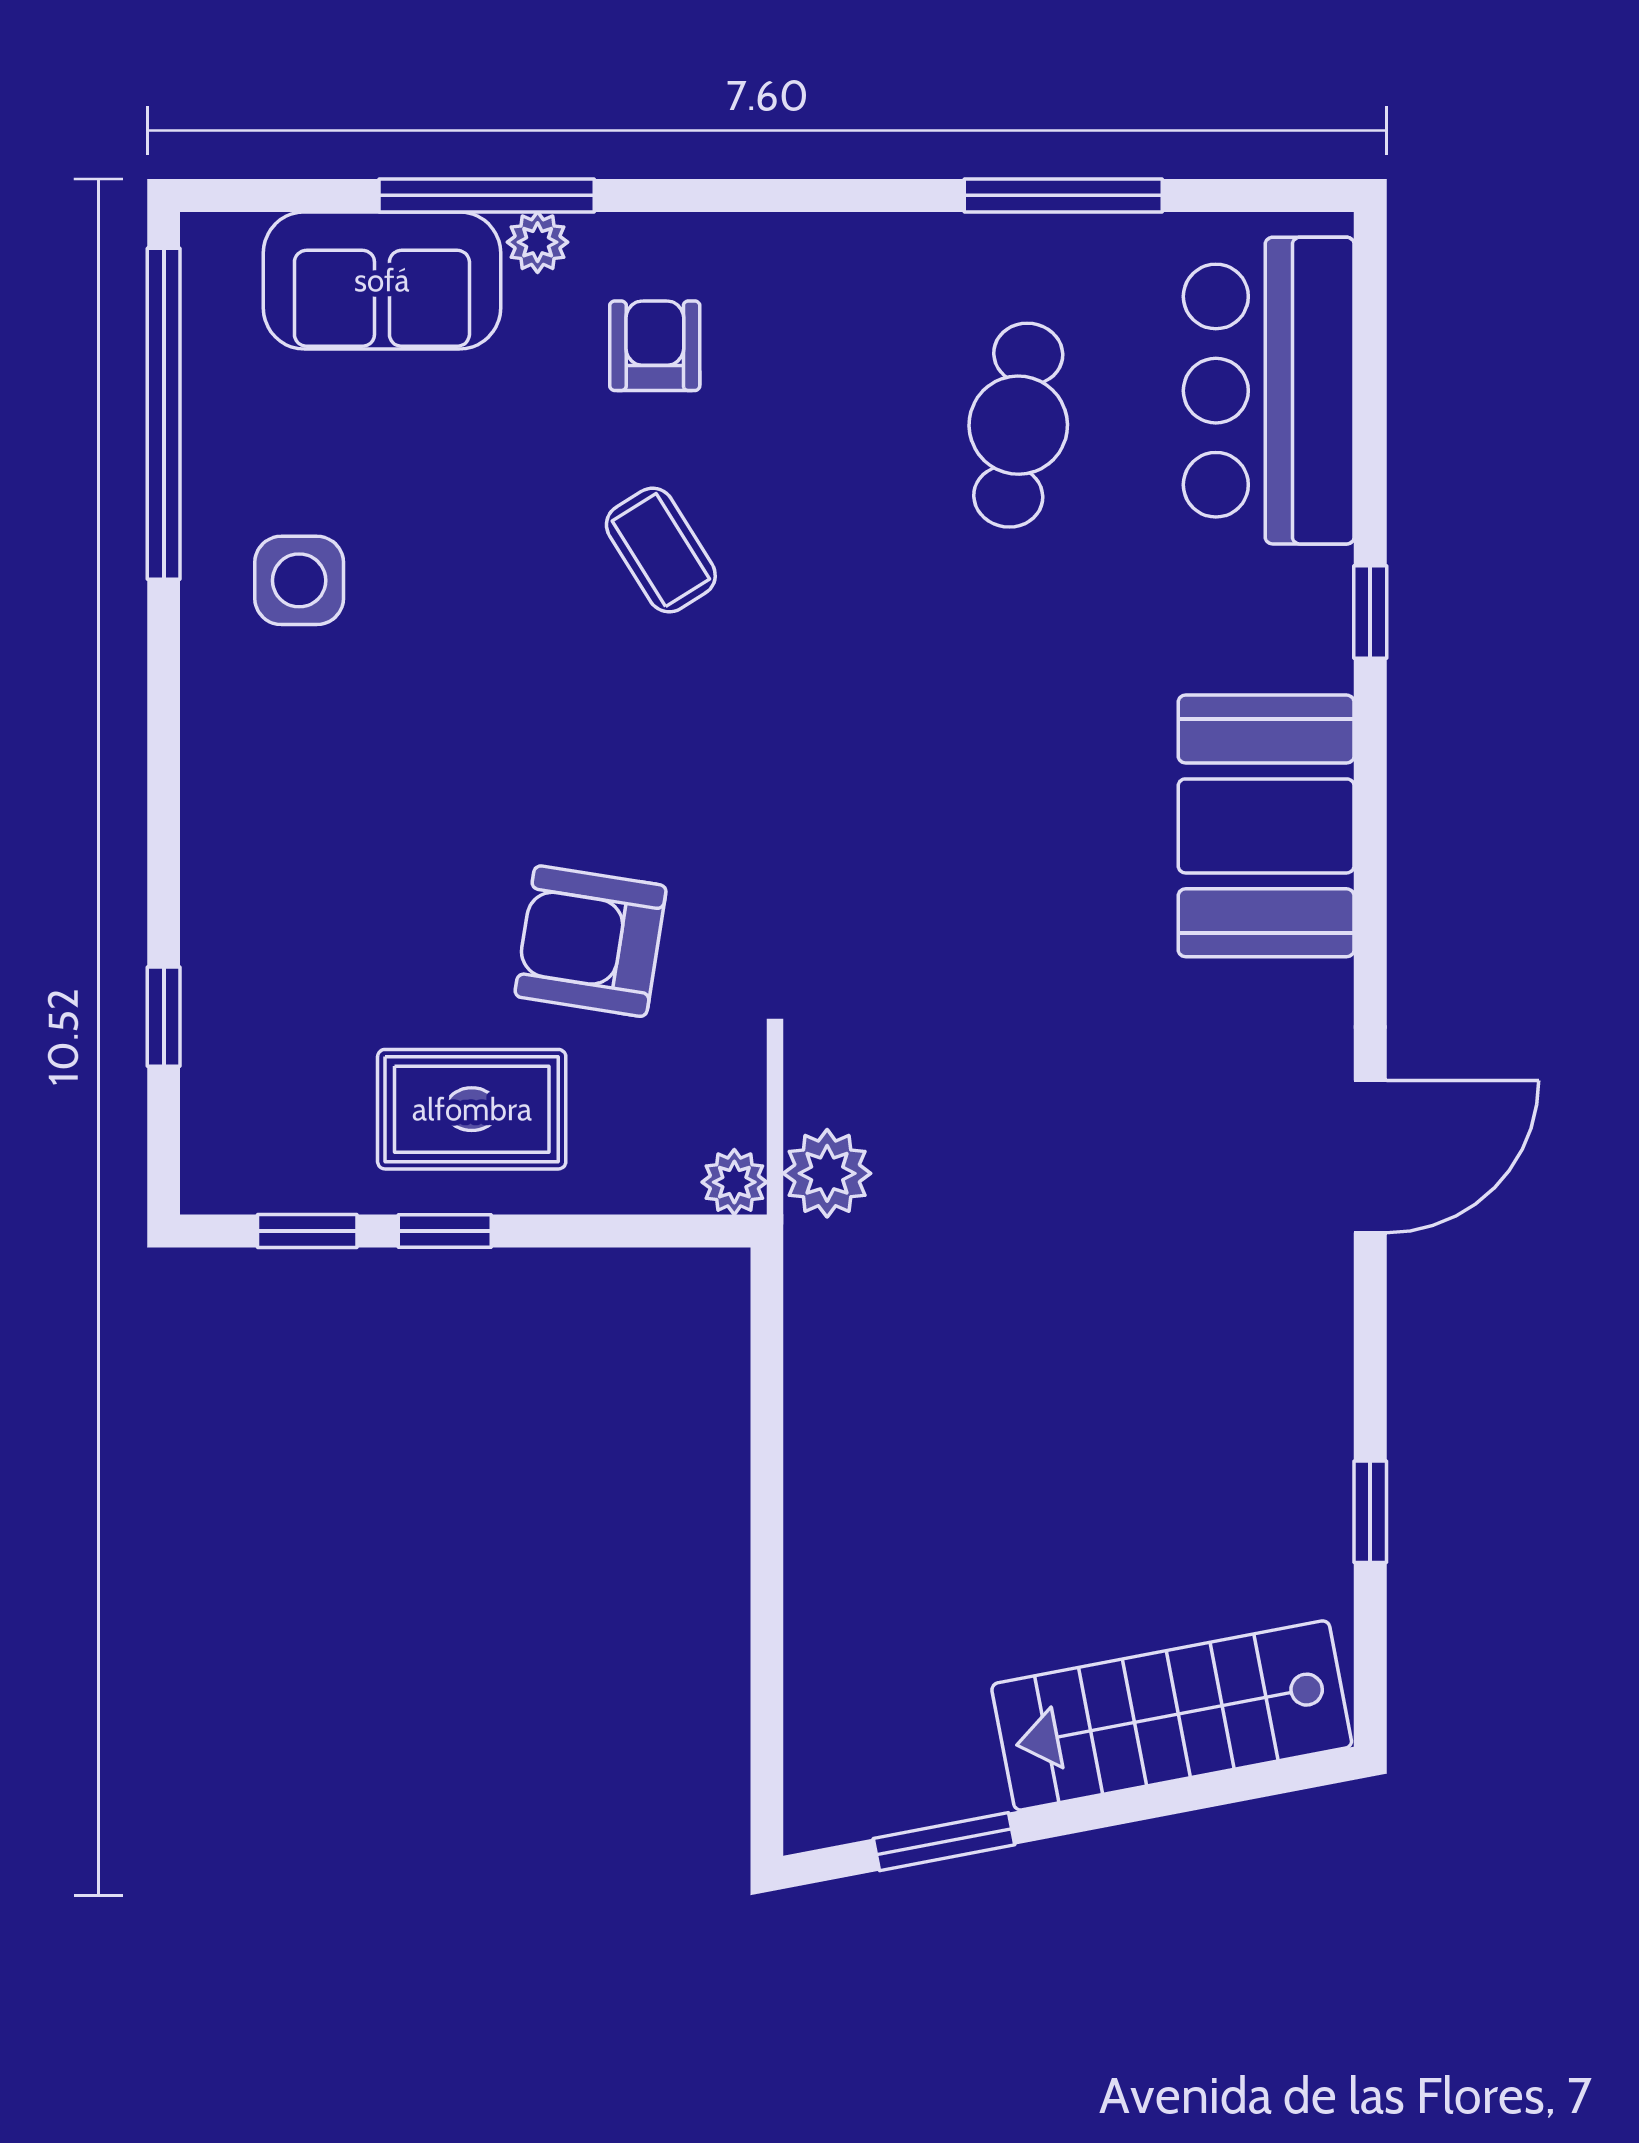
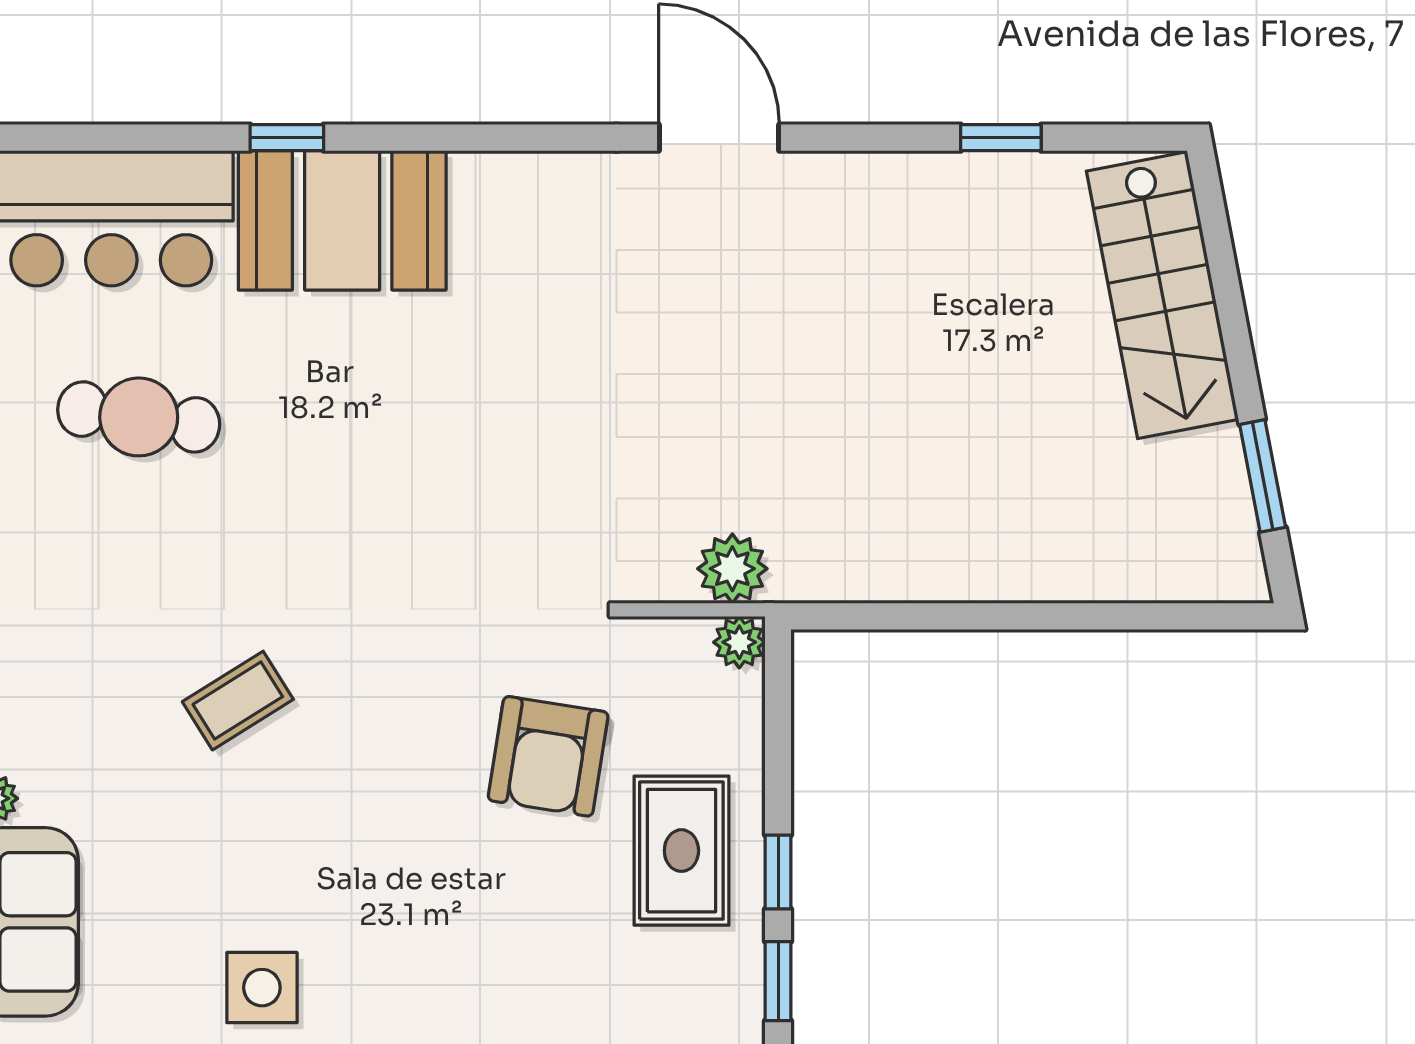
armchair: (655, 346) -> (76, 705), removed
booth: (1266, 826) -> (342, 220), moved

